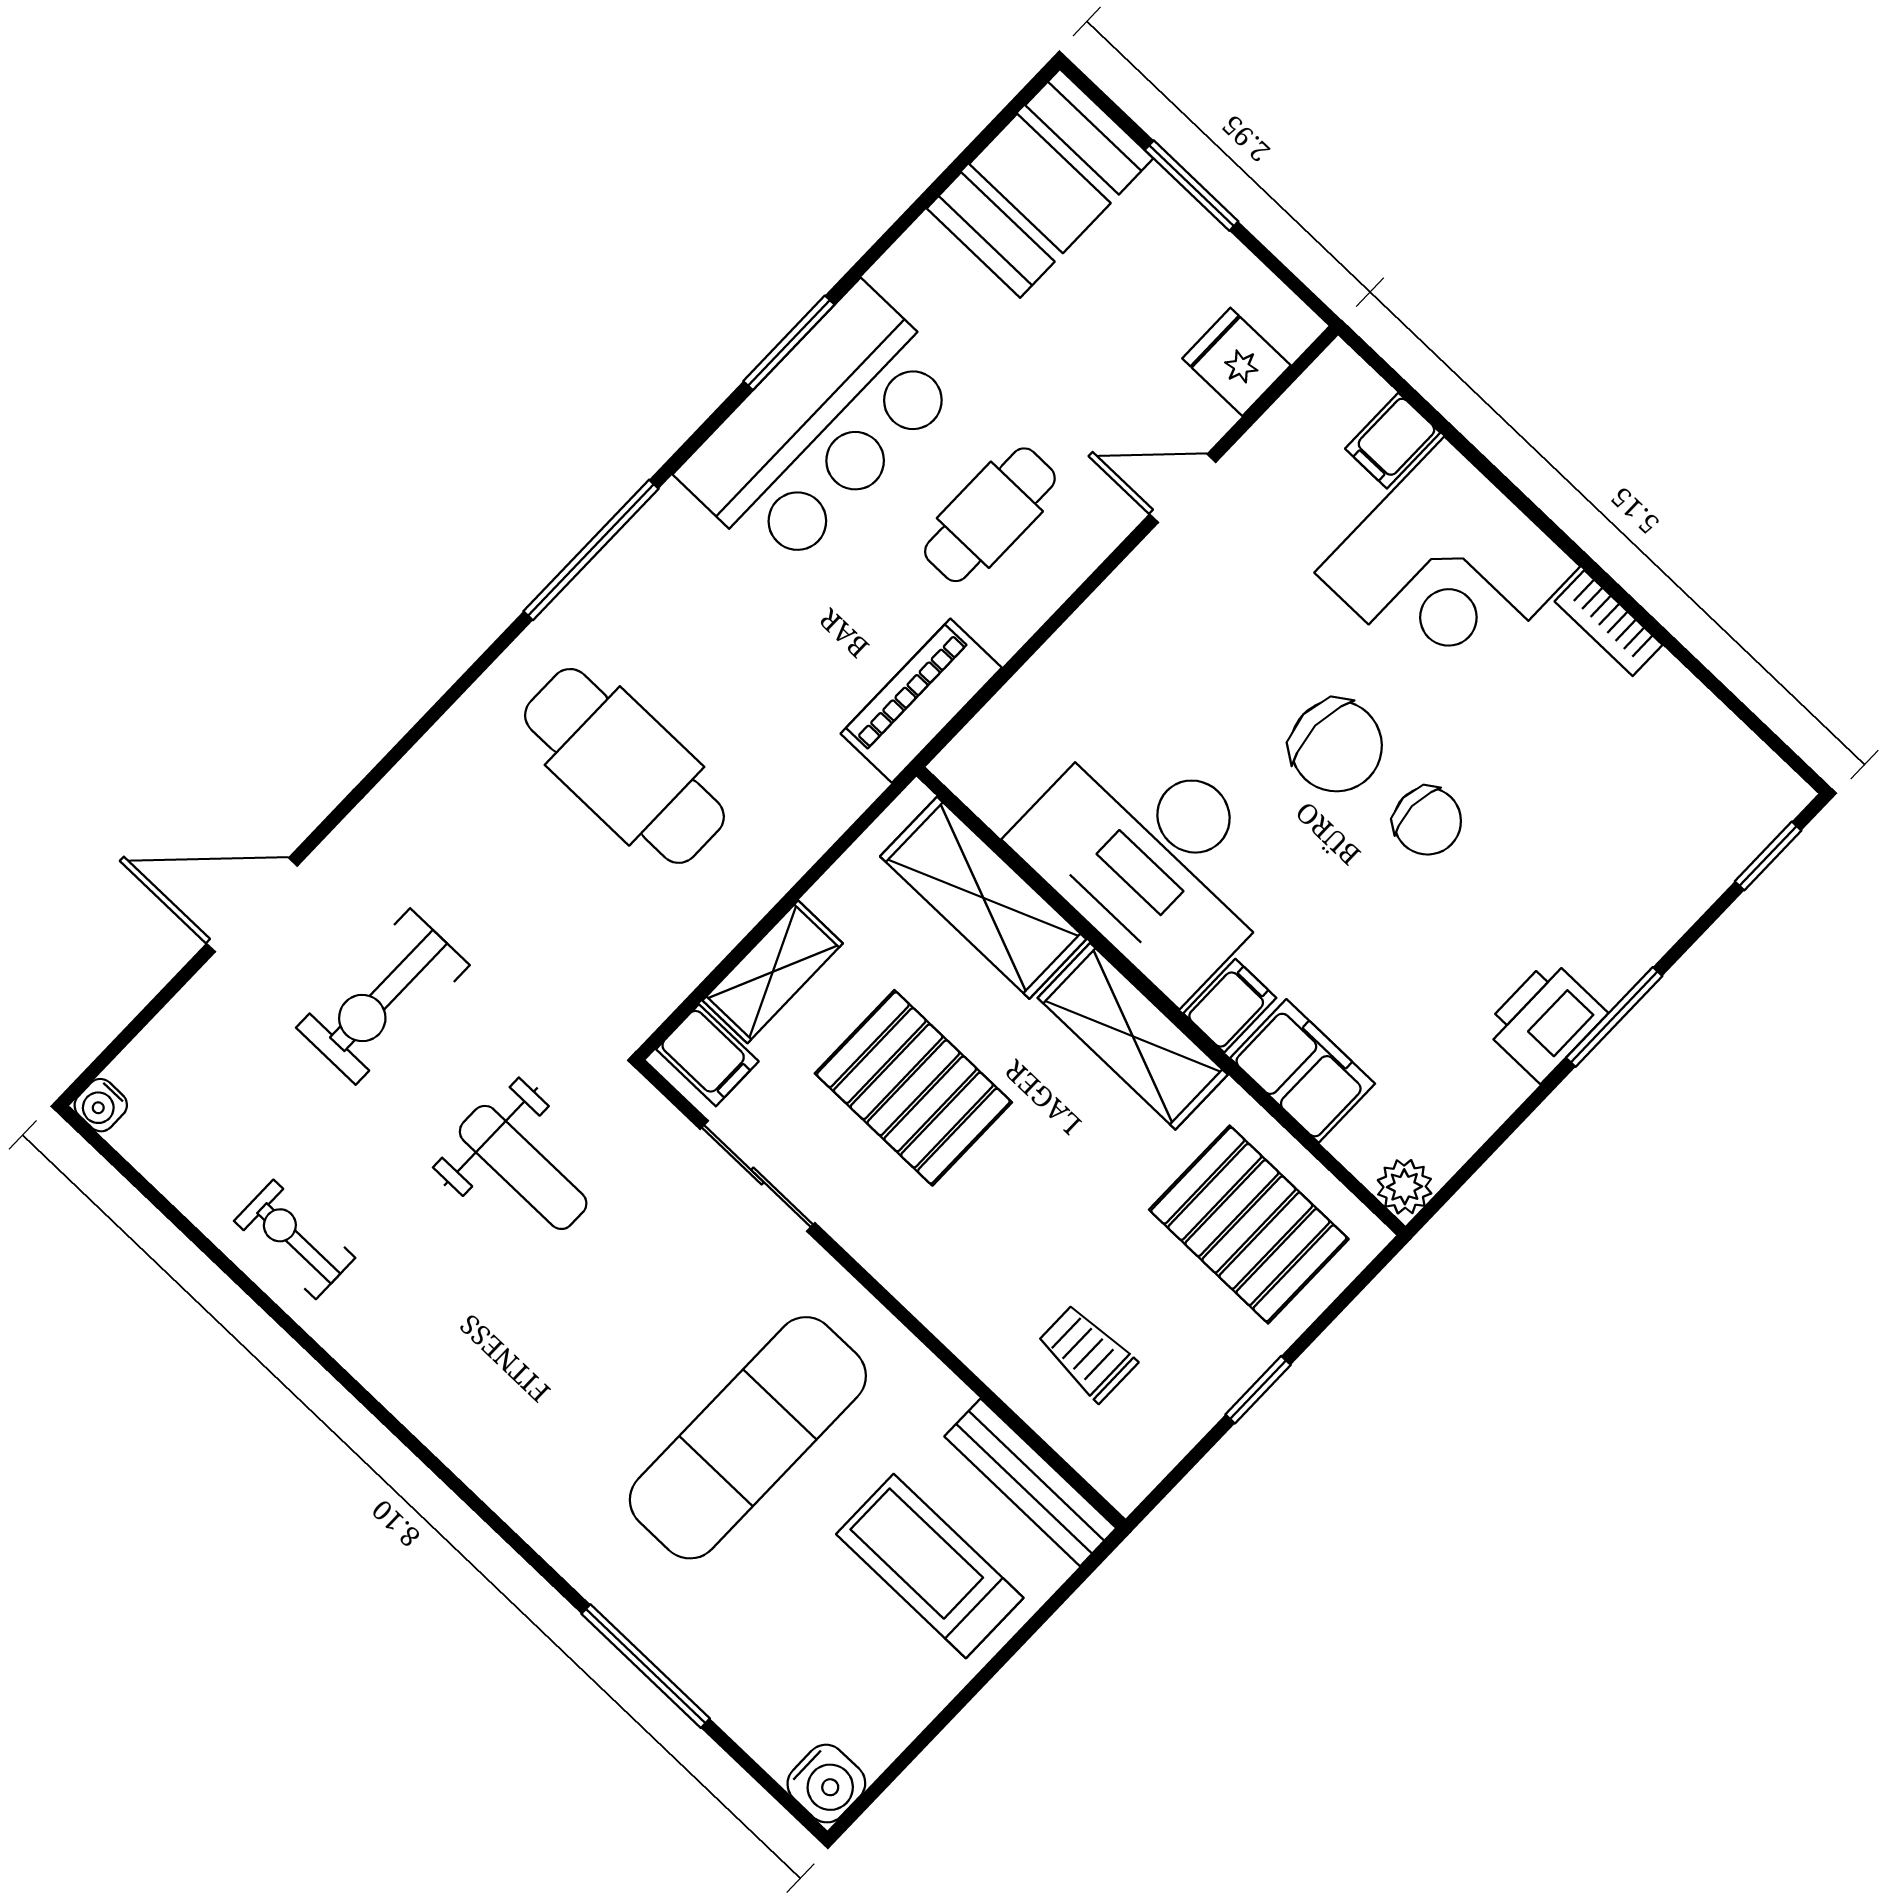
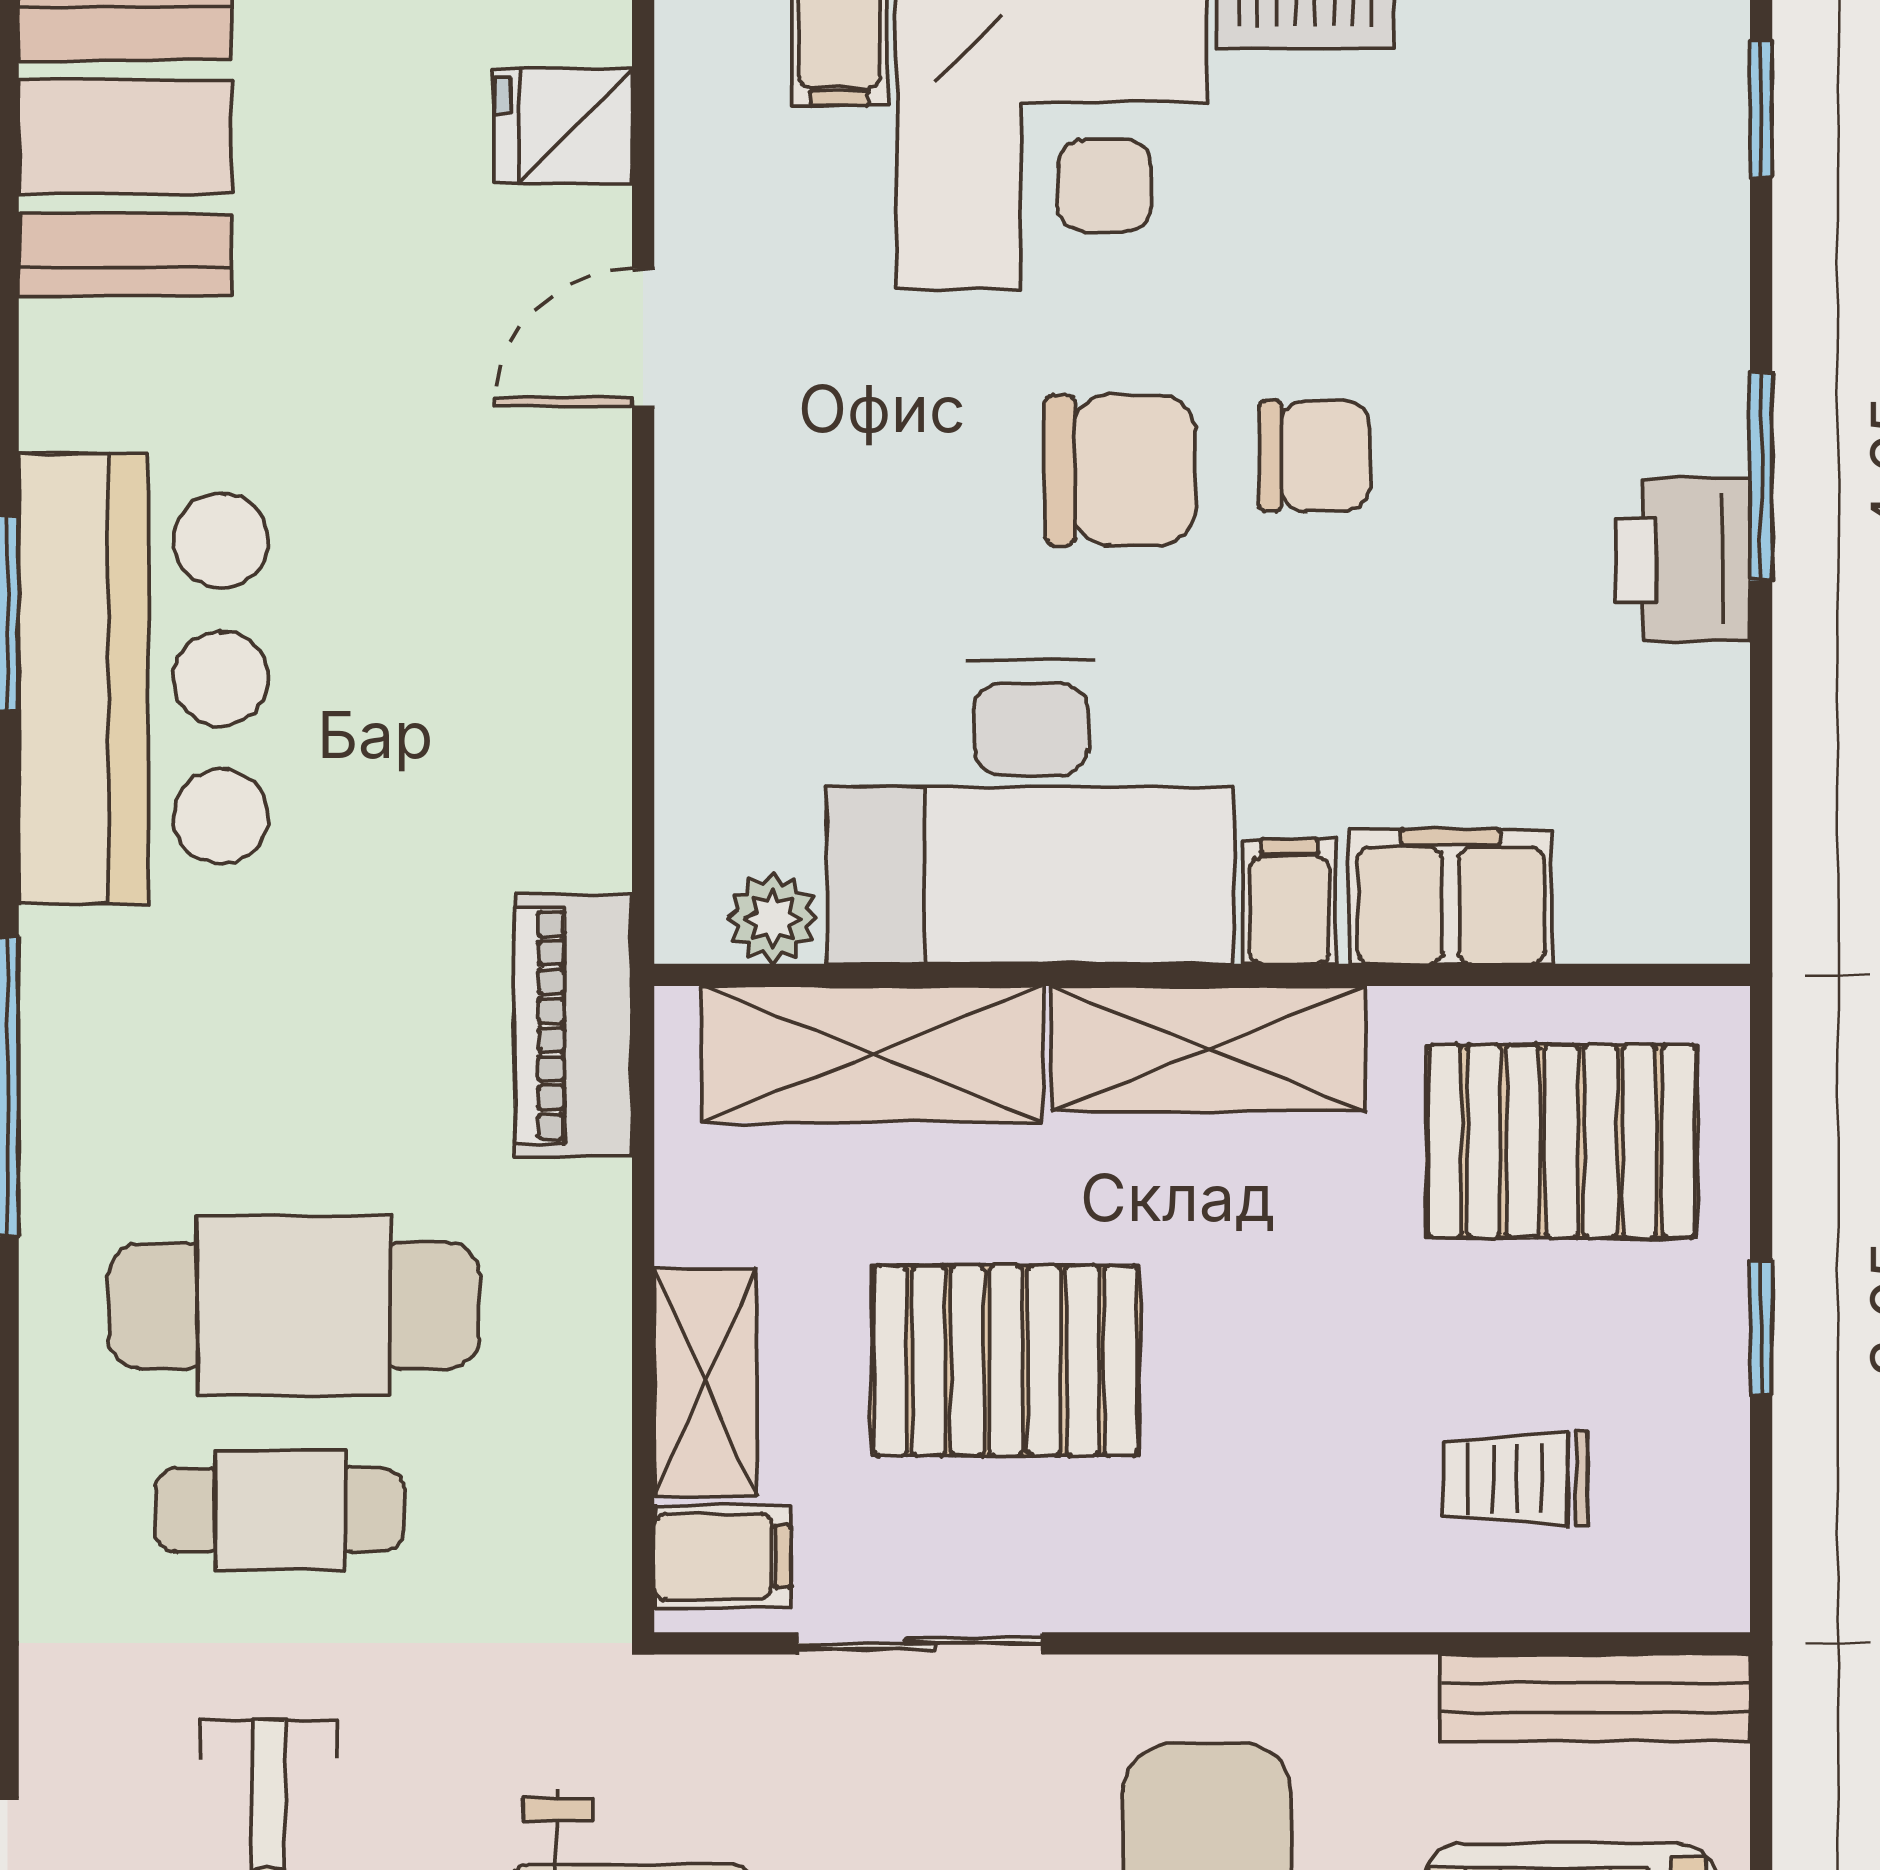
cafe table: (990, 515) -> (279, 1510), moved, turned 90
piano: (921, 701) -> (573, 1025), moved
plant: (1405, 1187) -> (773, 918), moved

